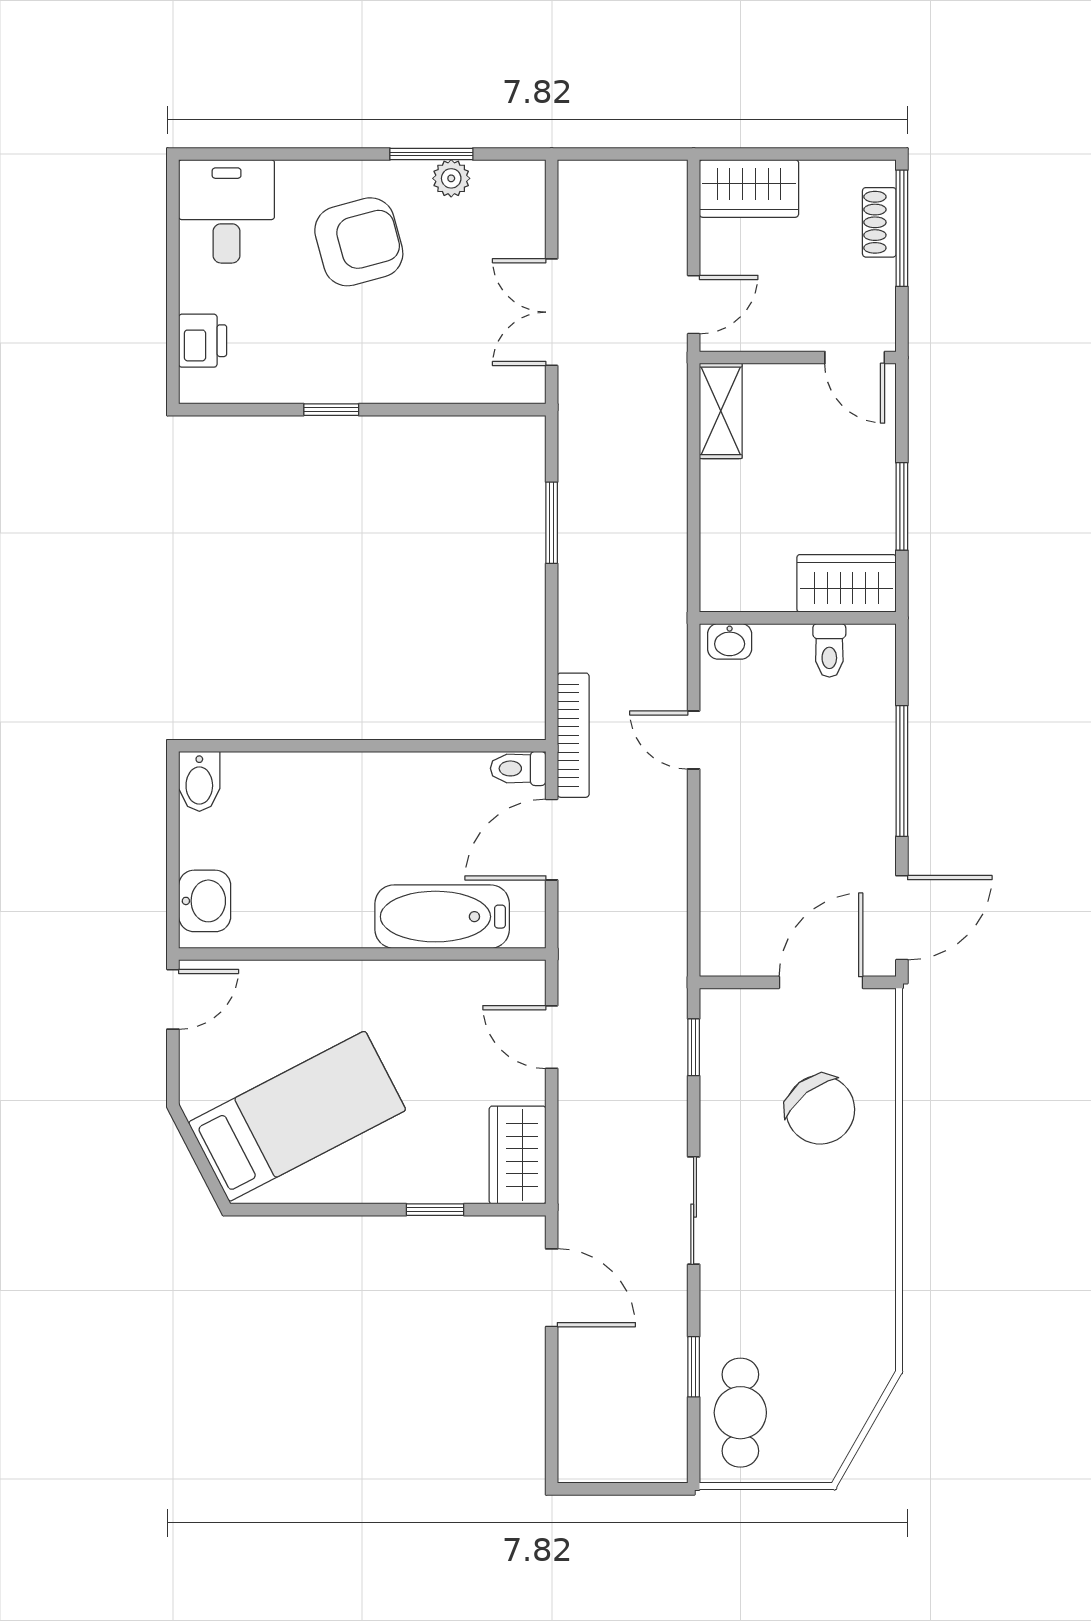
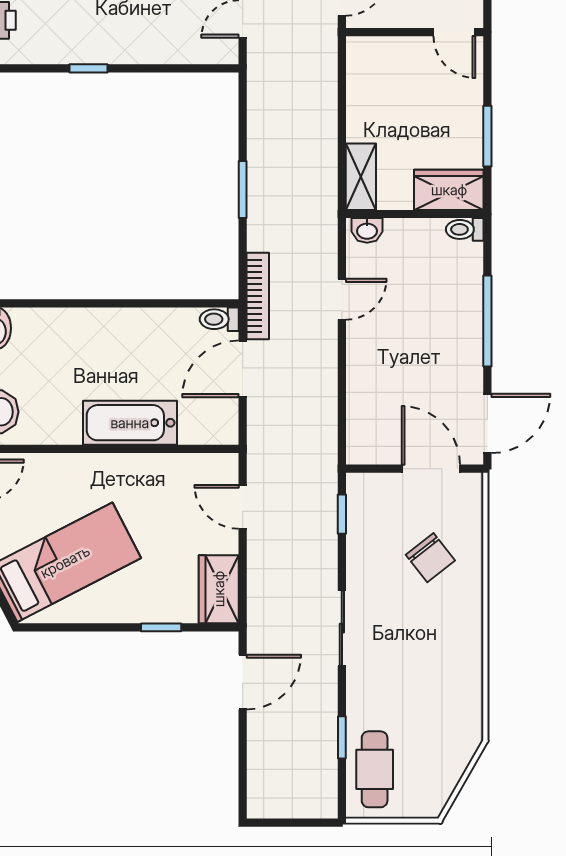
shelving: (721, 411) -> (361, 177), moved
window: (552, 523) -> (243, 189), moved
toilet: (829, 650) -> (465, 229), moved, turned 90
door: (694, 740) -> (342, 299), swing flipped
bathtub: (442, 917) -> (130, 423), moved
door: (821, 982) -> (431, 469), hinge flipped
chair: (820, 1110) -> (430, 558), width x0.73, depth x0.73
door: (552, 1288) -> (243, 682), hinge flipped

